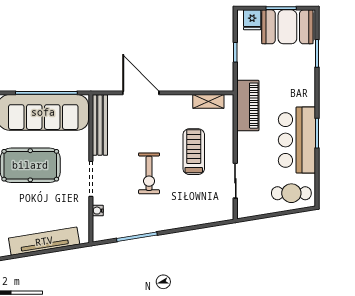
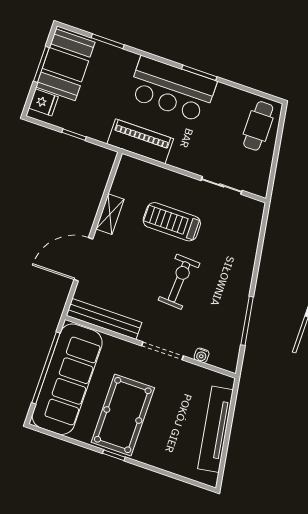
shelving: (208, 101) -> (110, 214), moved
bar counter: (297, 140) -> (172, 89), moved
exercise bike: (149, 173) -> (179, 282), turned -87

